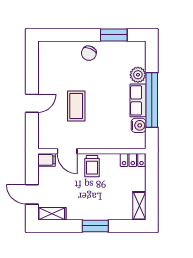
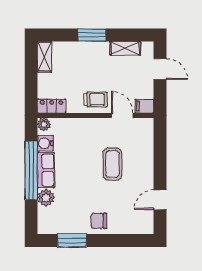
chair: (89, 53) -> (99, 221), turned -113
door: (32, 103) -> (160, 200), moved
plant: (140, 143) -> (44, 124), added
trolley: (92, 166) -> (95, 99), turned 90
shelving: (52, 214) -> (125, 48), moved

